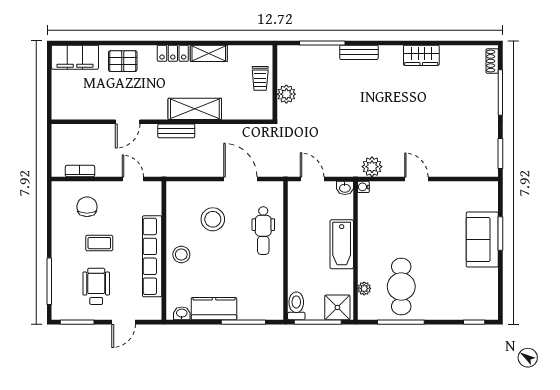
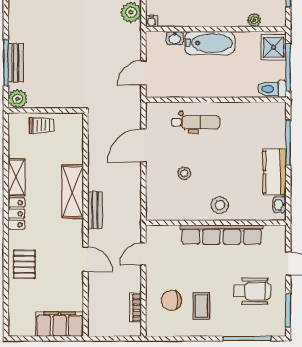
bench: (359, 52) -> (15, 63), moved
filing cabinet: (75, 57) -> (60, 324), moved, turned -90
plant: (286, 94) -> (18, 99), moved
washbasin: (345, 188) -> (175, 38), moved, turned 90
stool: (213, 219) -> (184, 173), width x0.53, depth x0.53
coffee table: (99, 243) -> (201, 306), moved
wheelchair: (96, 286) -> (252, 291), turned 180

